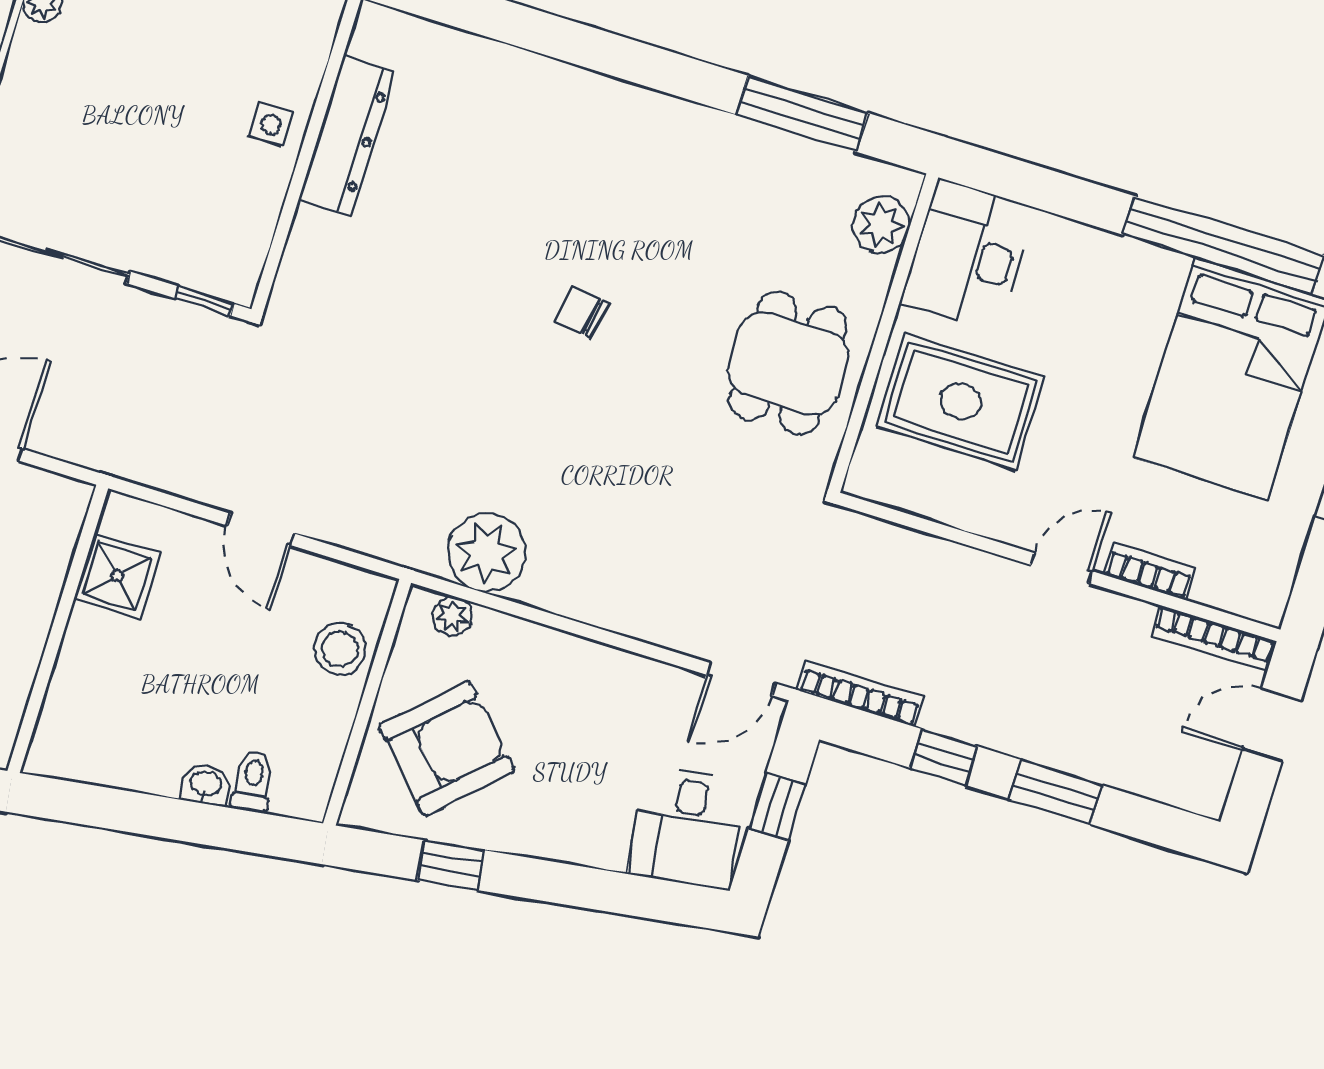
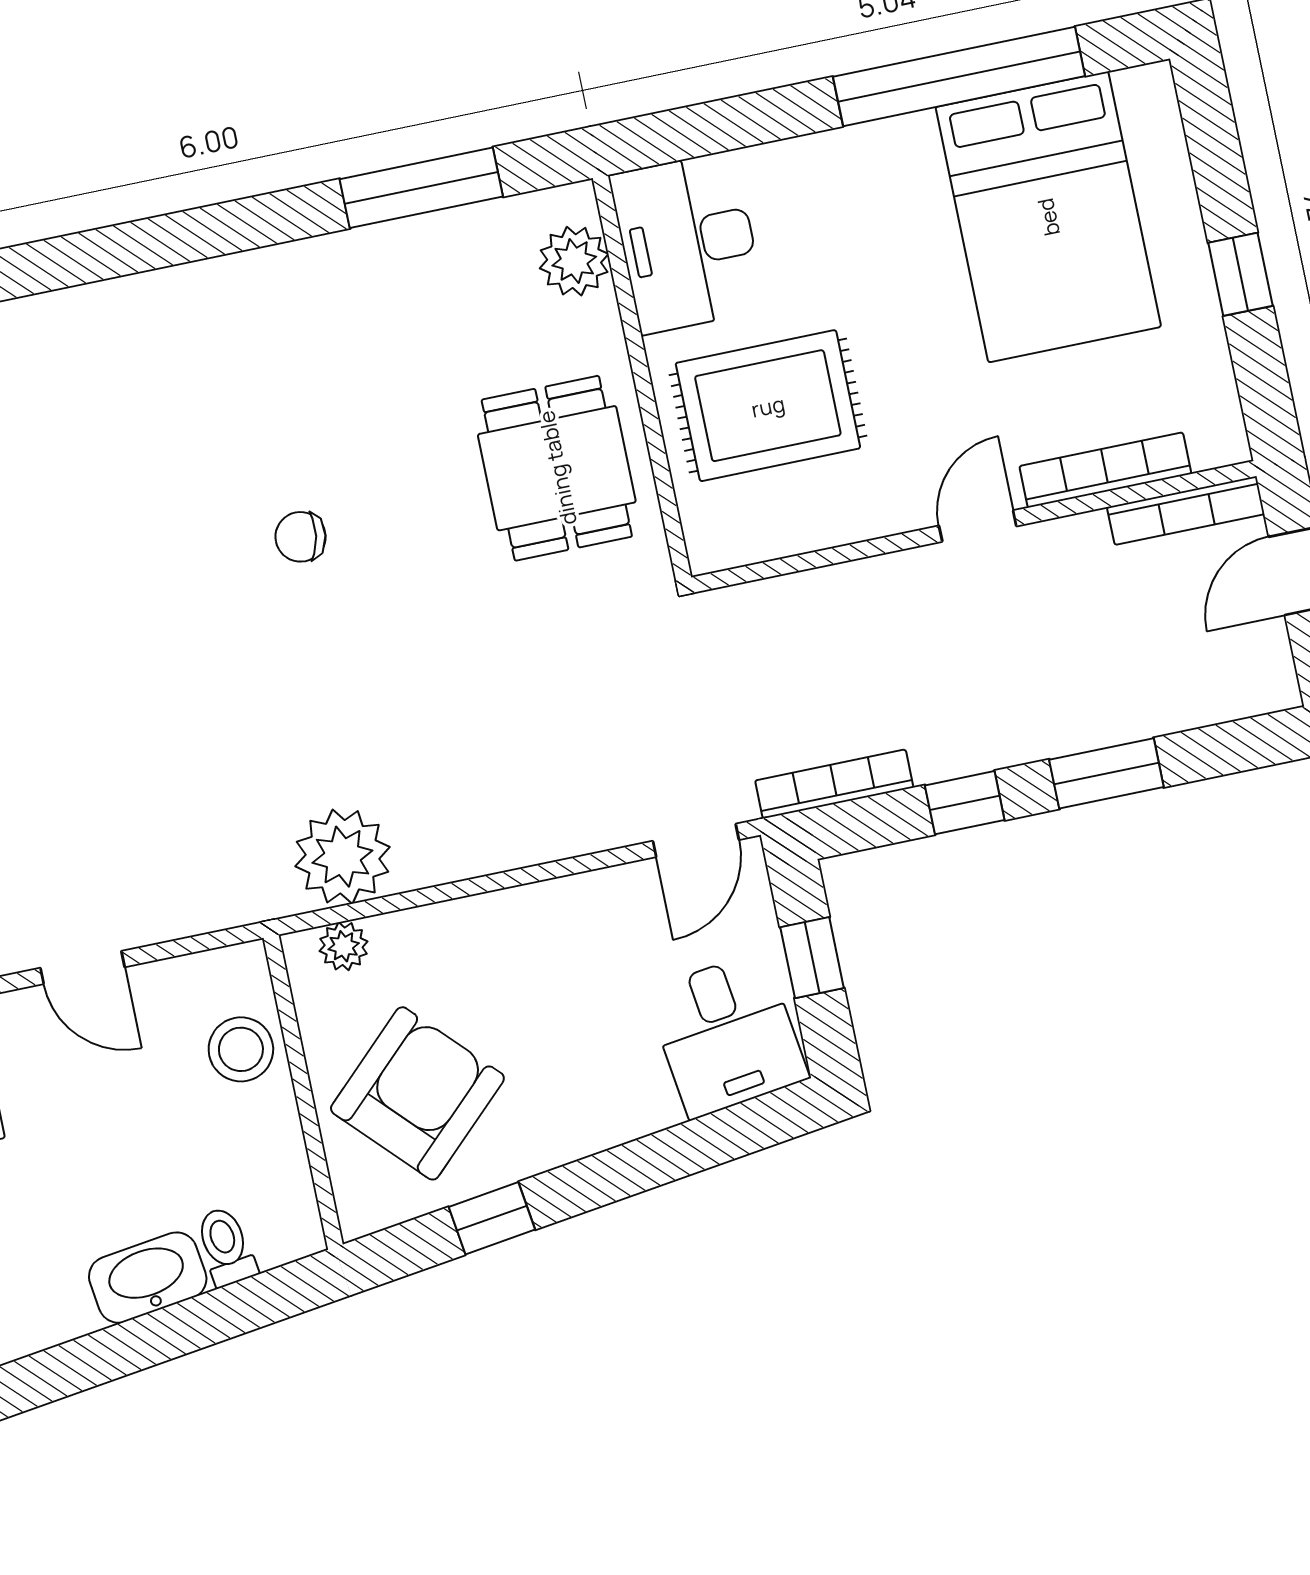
bookcase: (1150, 571) -> (1105, 470), width x1.56
washbasin: (205, 785) -> (148, 1278), width x1.91, depth x1.45

